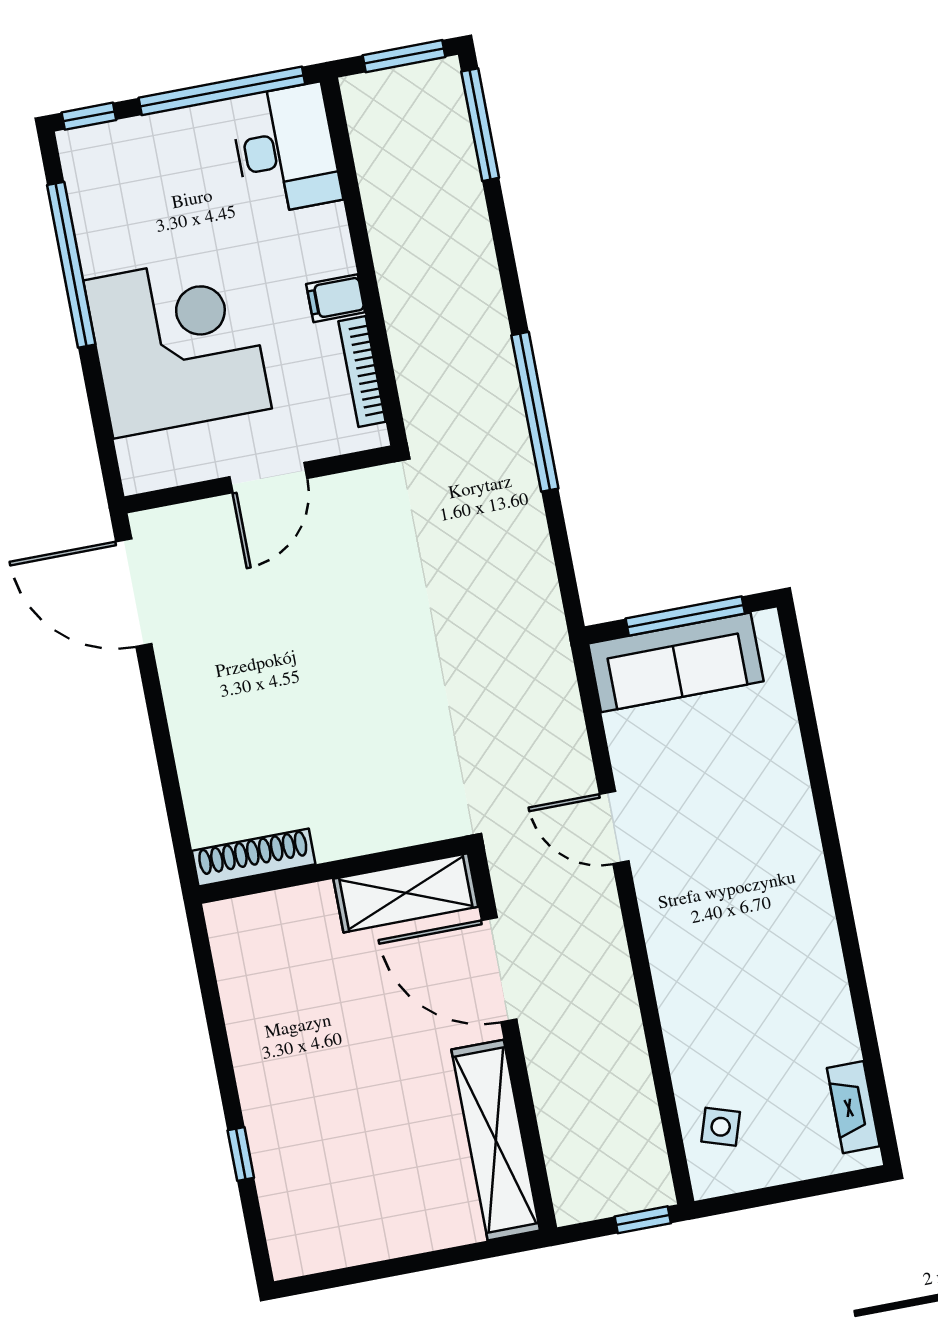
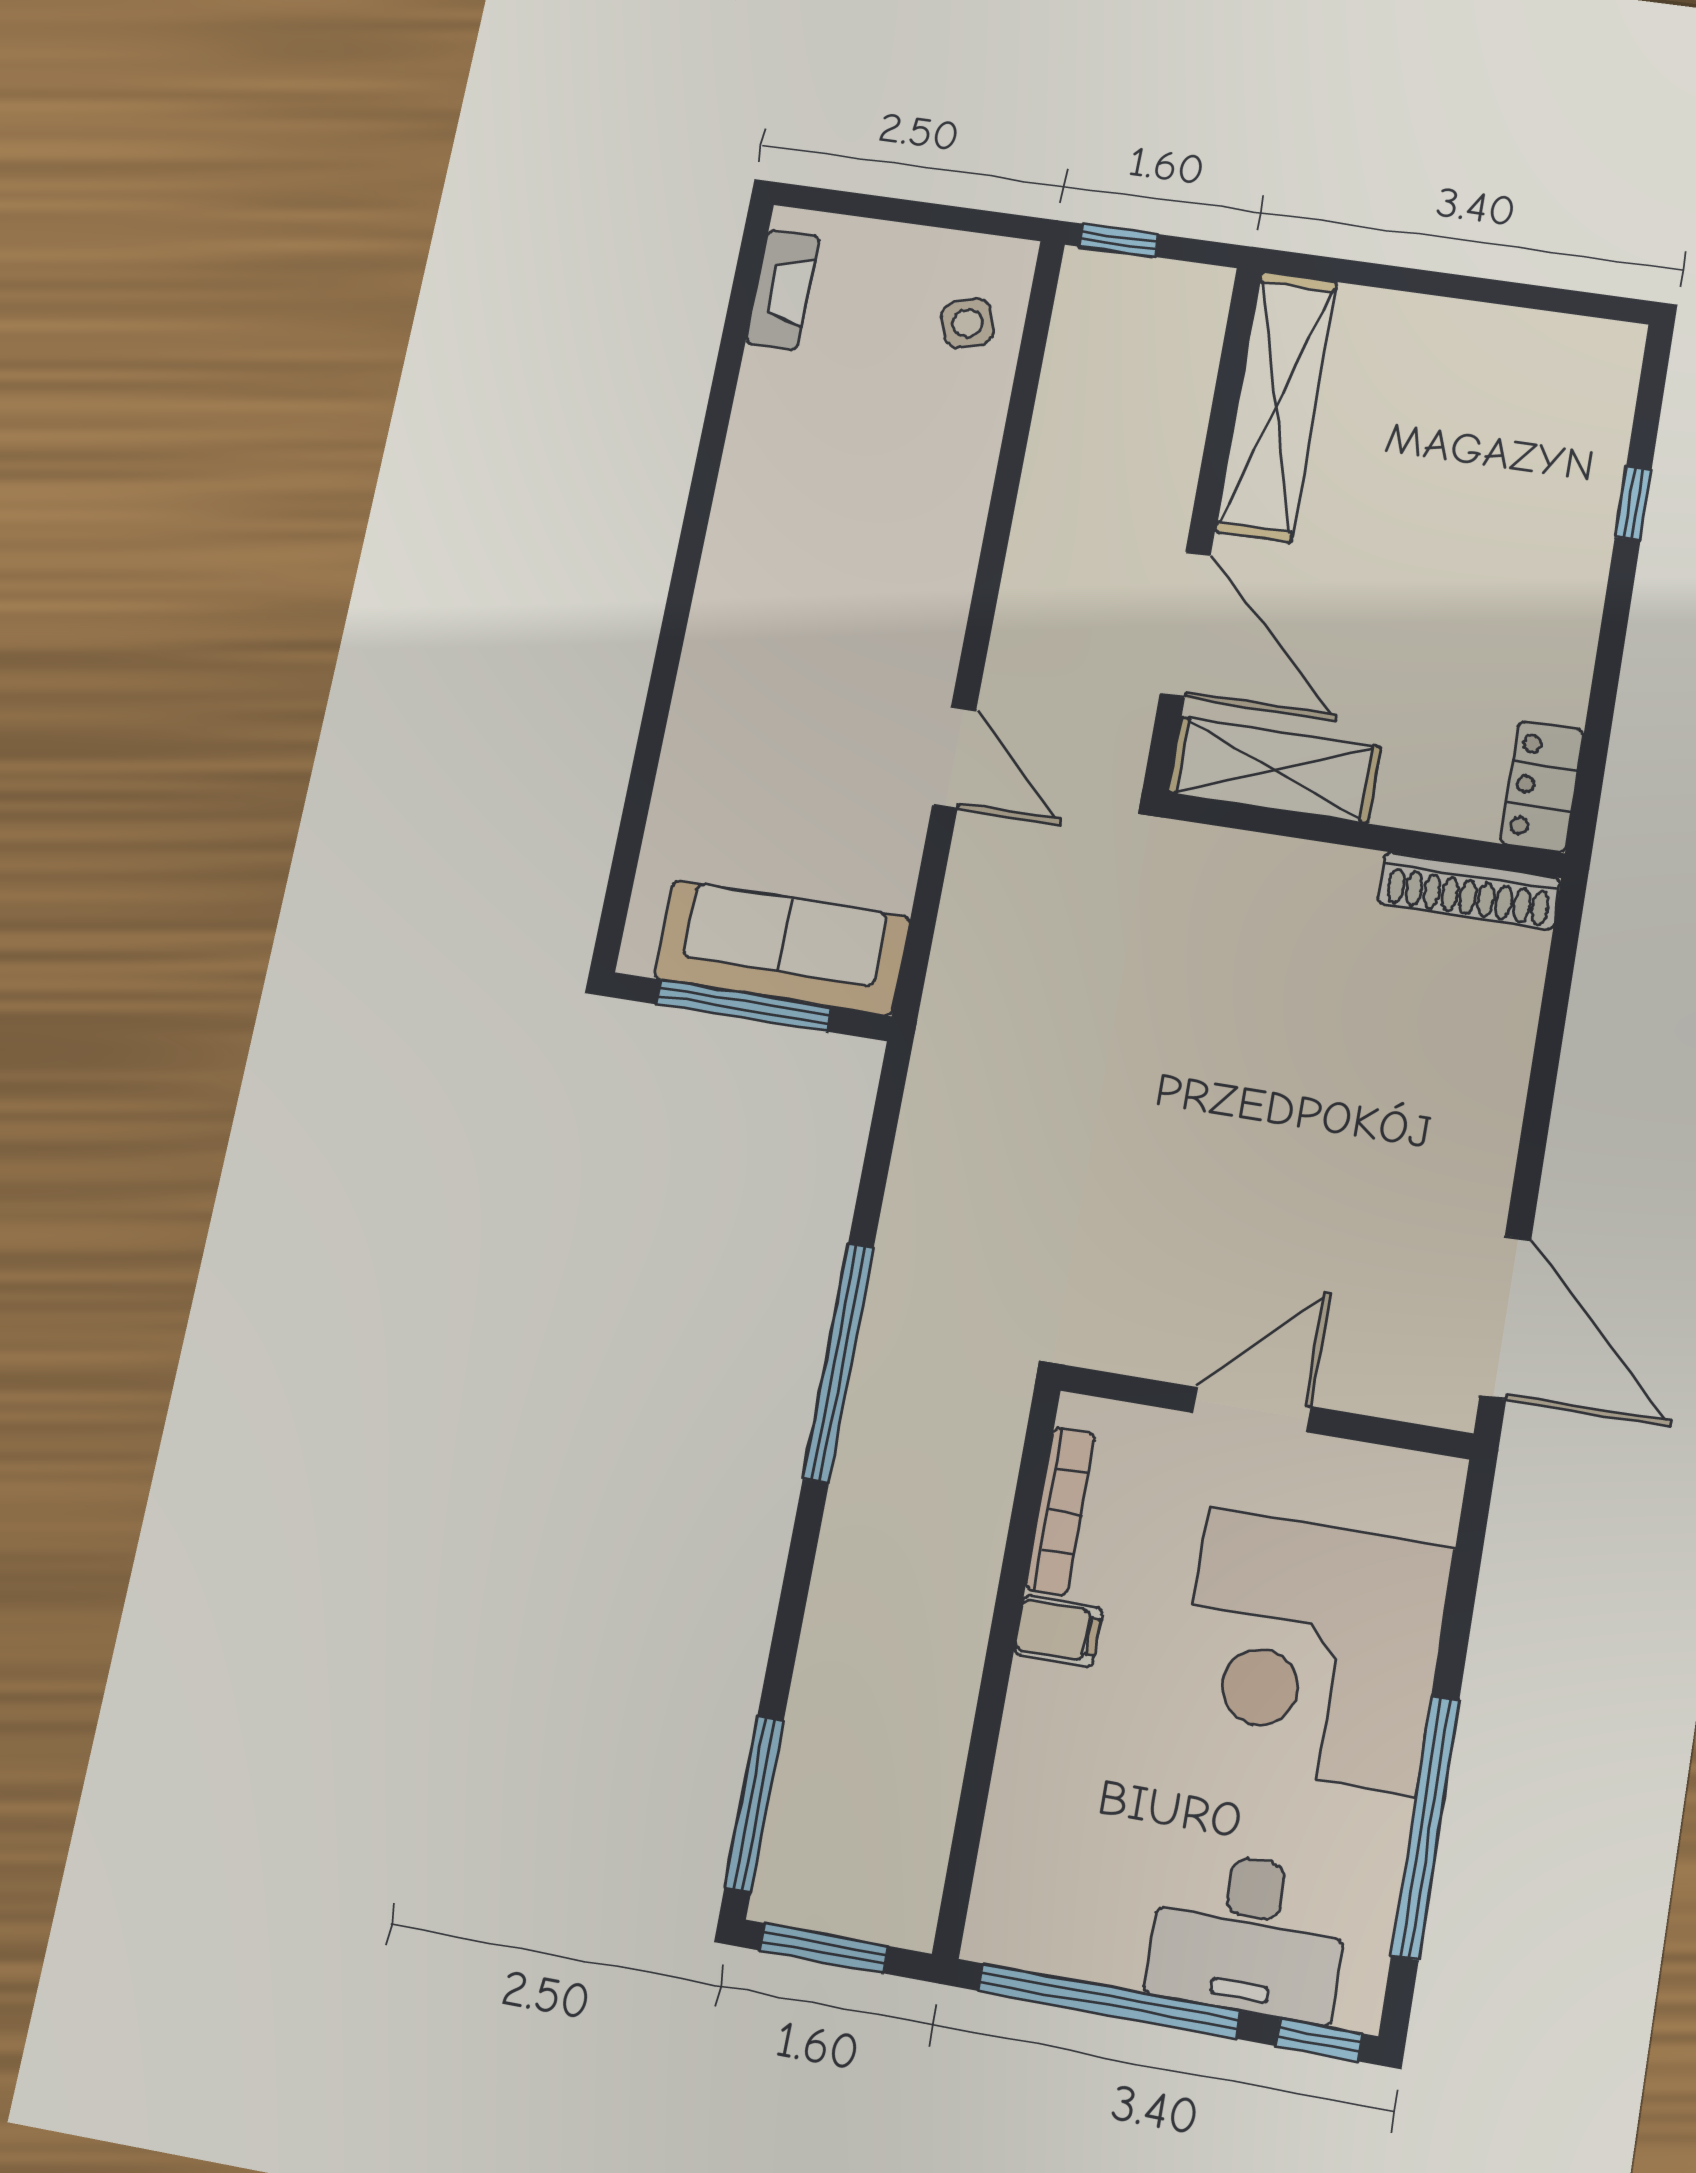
desk: (285, 149) -> (1249, 1935), moved, turned -90
locker: (232, 943) -> (1542, 787), added
side table: (721, 1127) -> (968, 323), turned -37

